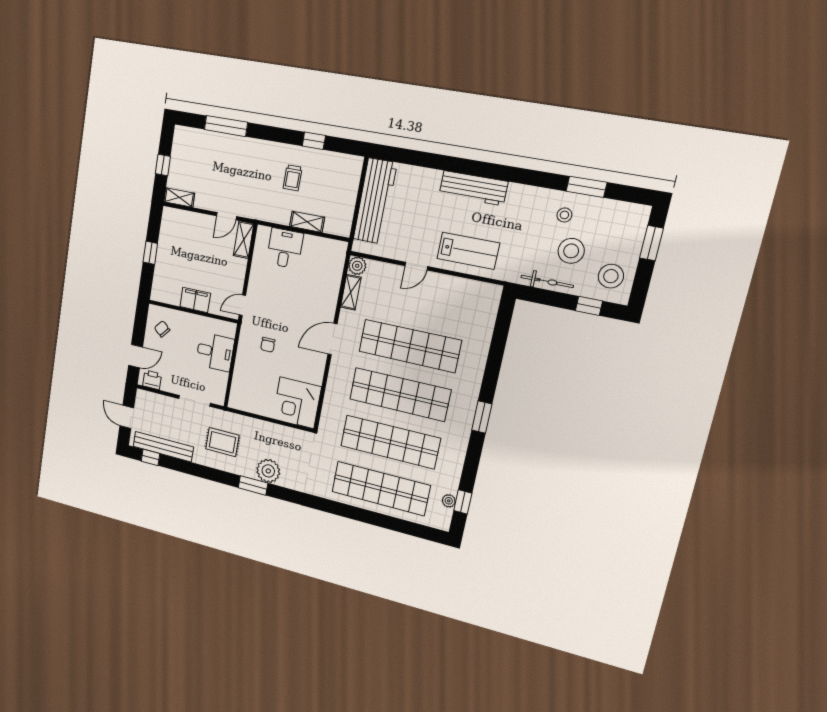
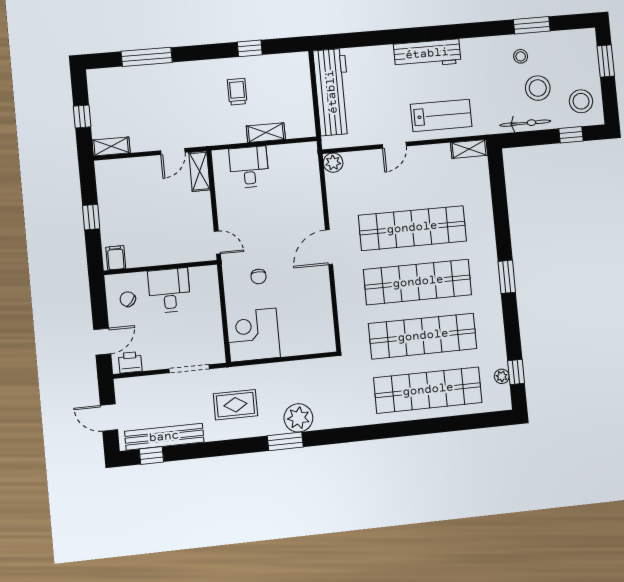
trolley: (293, 178) -> (237, 92), turned 180
shelving: (351, 292) -> (469, 149), moved, turned 90
filing cabinet: (195, 300) -> (116, 258), moved, width x0.50
door: (242, 305) -> (217, 242), swing flipped
desk: (215, 352) -> (169, 290), moved, turned -90
corner desk: (297, 403) -> (253, 335), moved, turned 90

